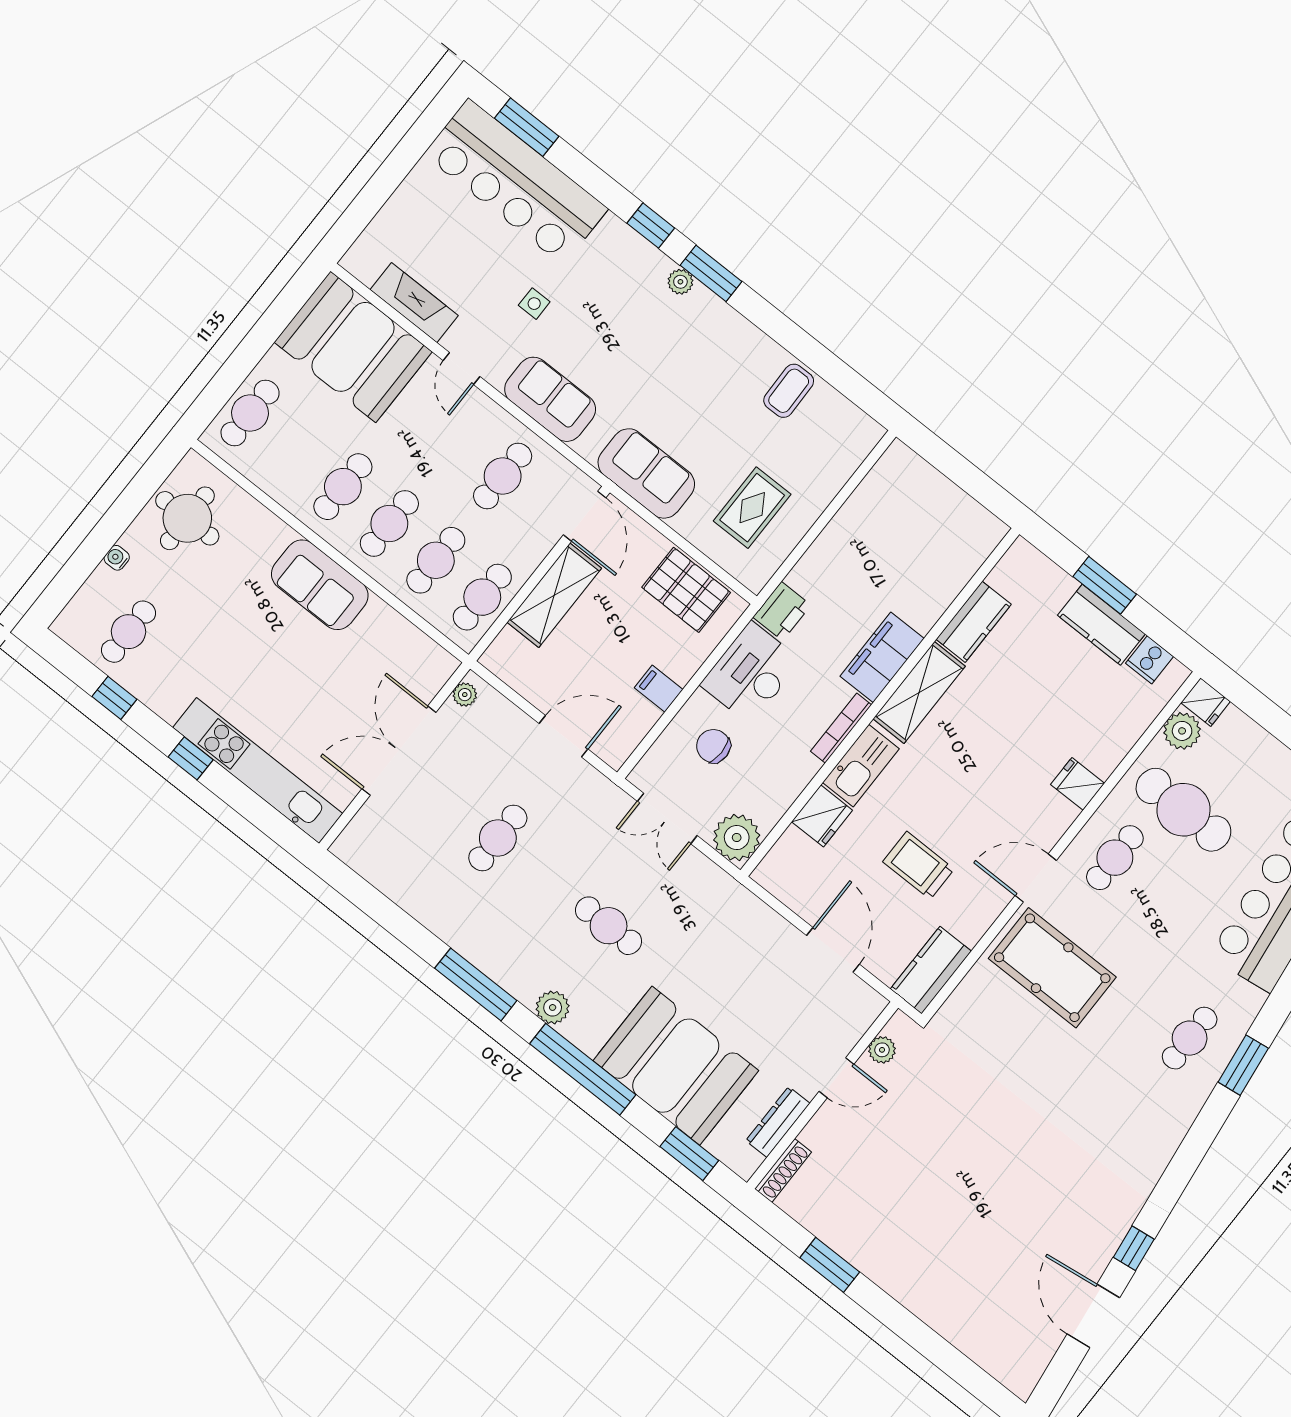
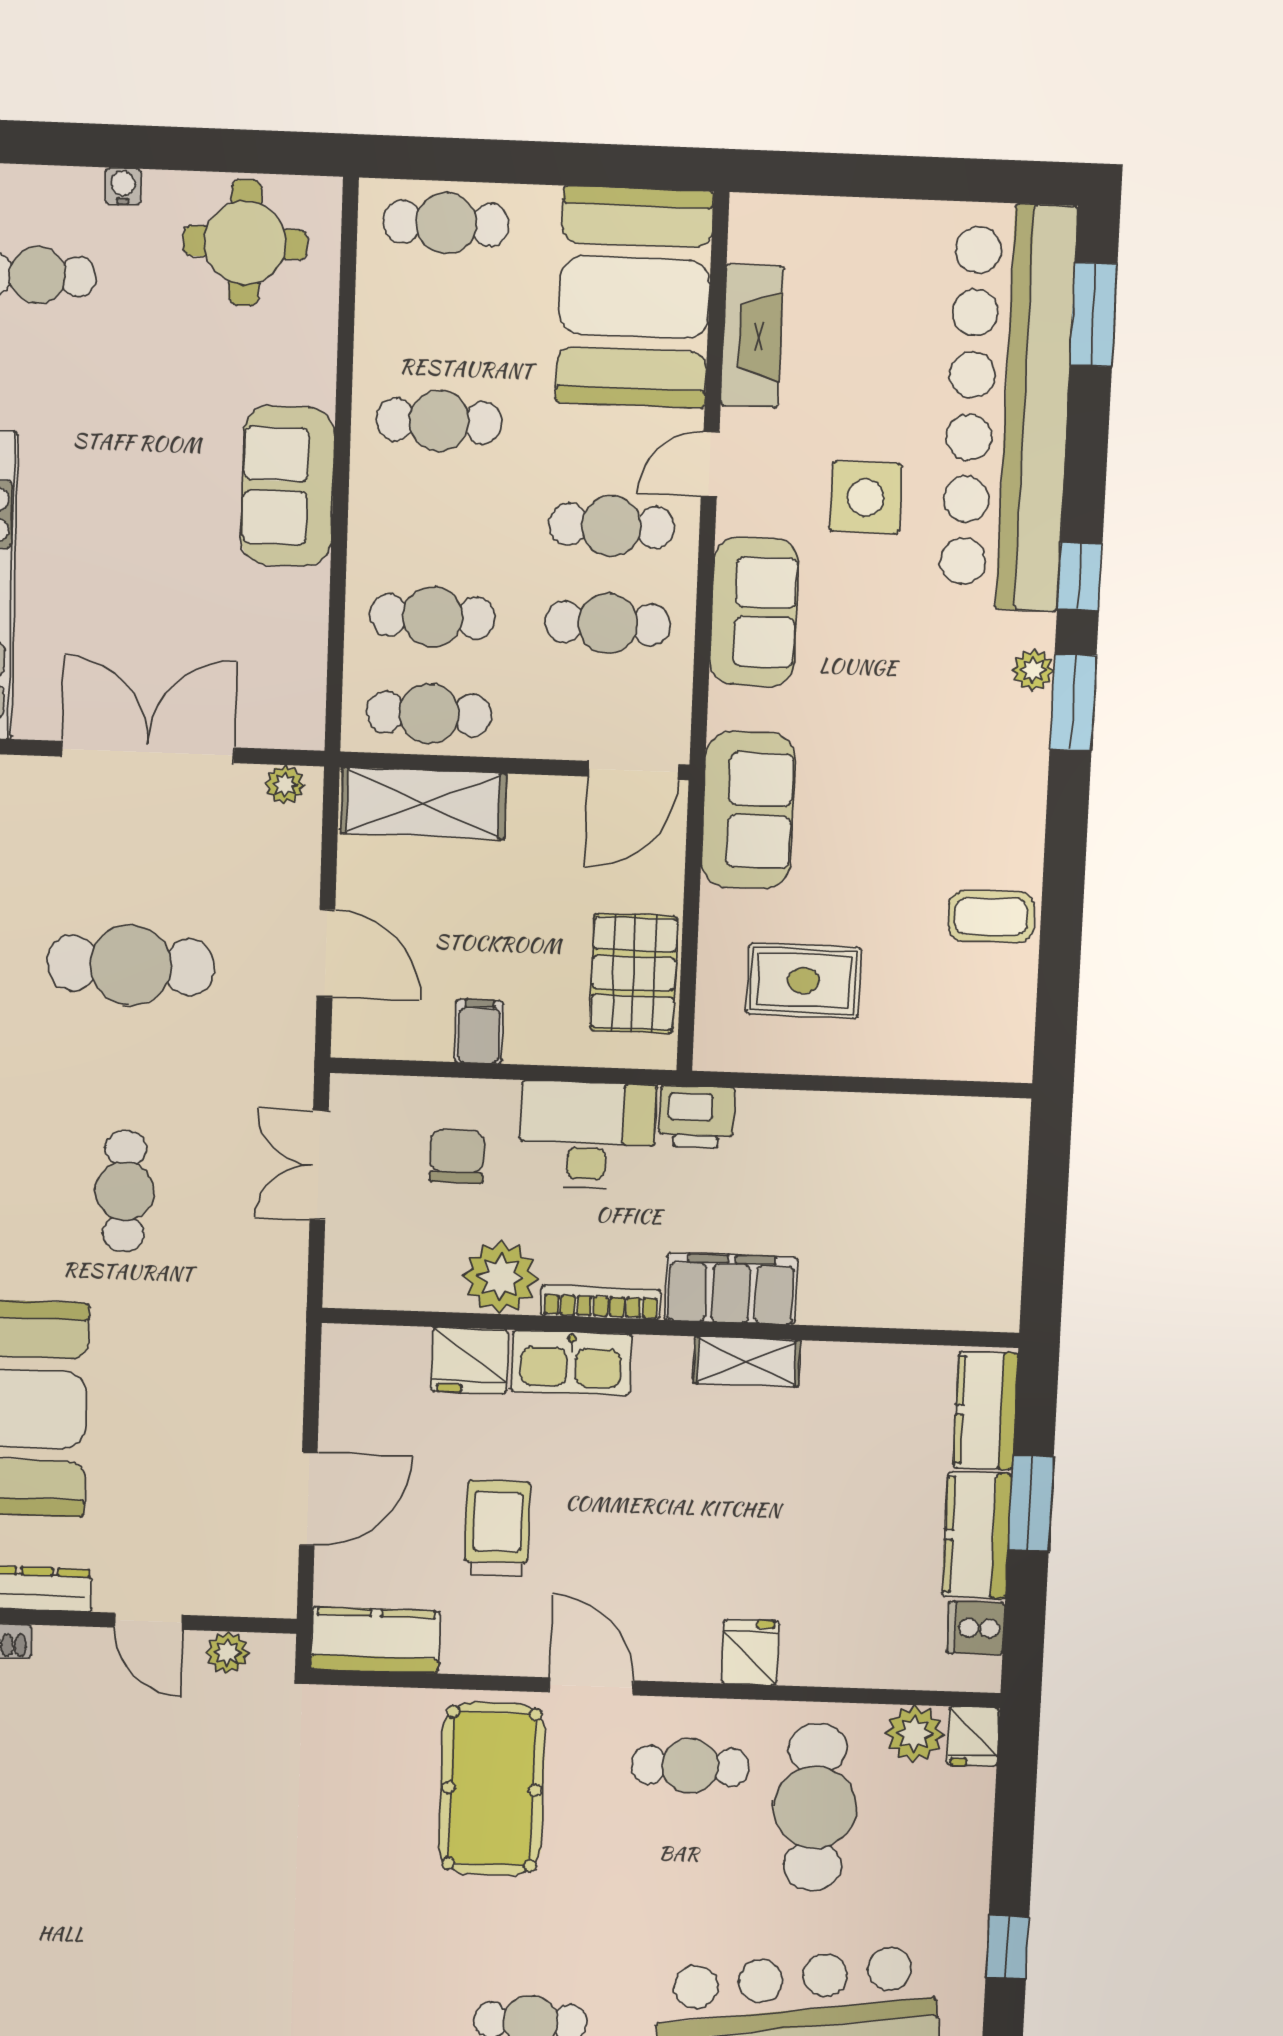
bar counter: (516, 182) -> (1008, 408), width x1.36
side table: (534, 304) -> (866, 497), width x1.87, depth x1.87
cafe table: (389, 523) -> (612, 526), moved
shelving: (554, 595) -> (423, 803), moved
kitchen counter: (974, 622) -> (986, 1411), moved, turned 90
shelving: (919, 692) -> (747, 1362), width x0.67, depth x0.75
cafe table: (498, 838) -> (131, 965), width x1.37, depth x1.35
plant: (737, 838) -> (500, 1277), moved

